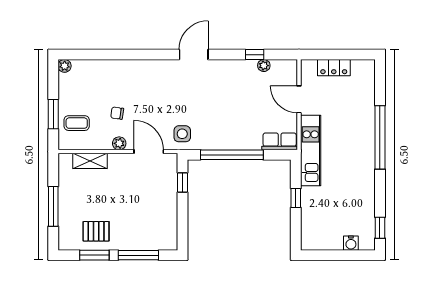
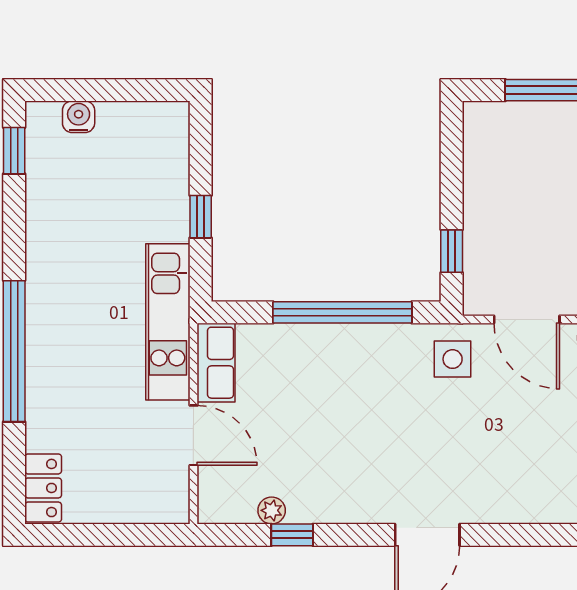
locker: (334, 68) -> (43, 488), moved, turned 90
row of seats: (280, 141) -> (216, 363), moved, turned -90

